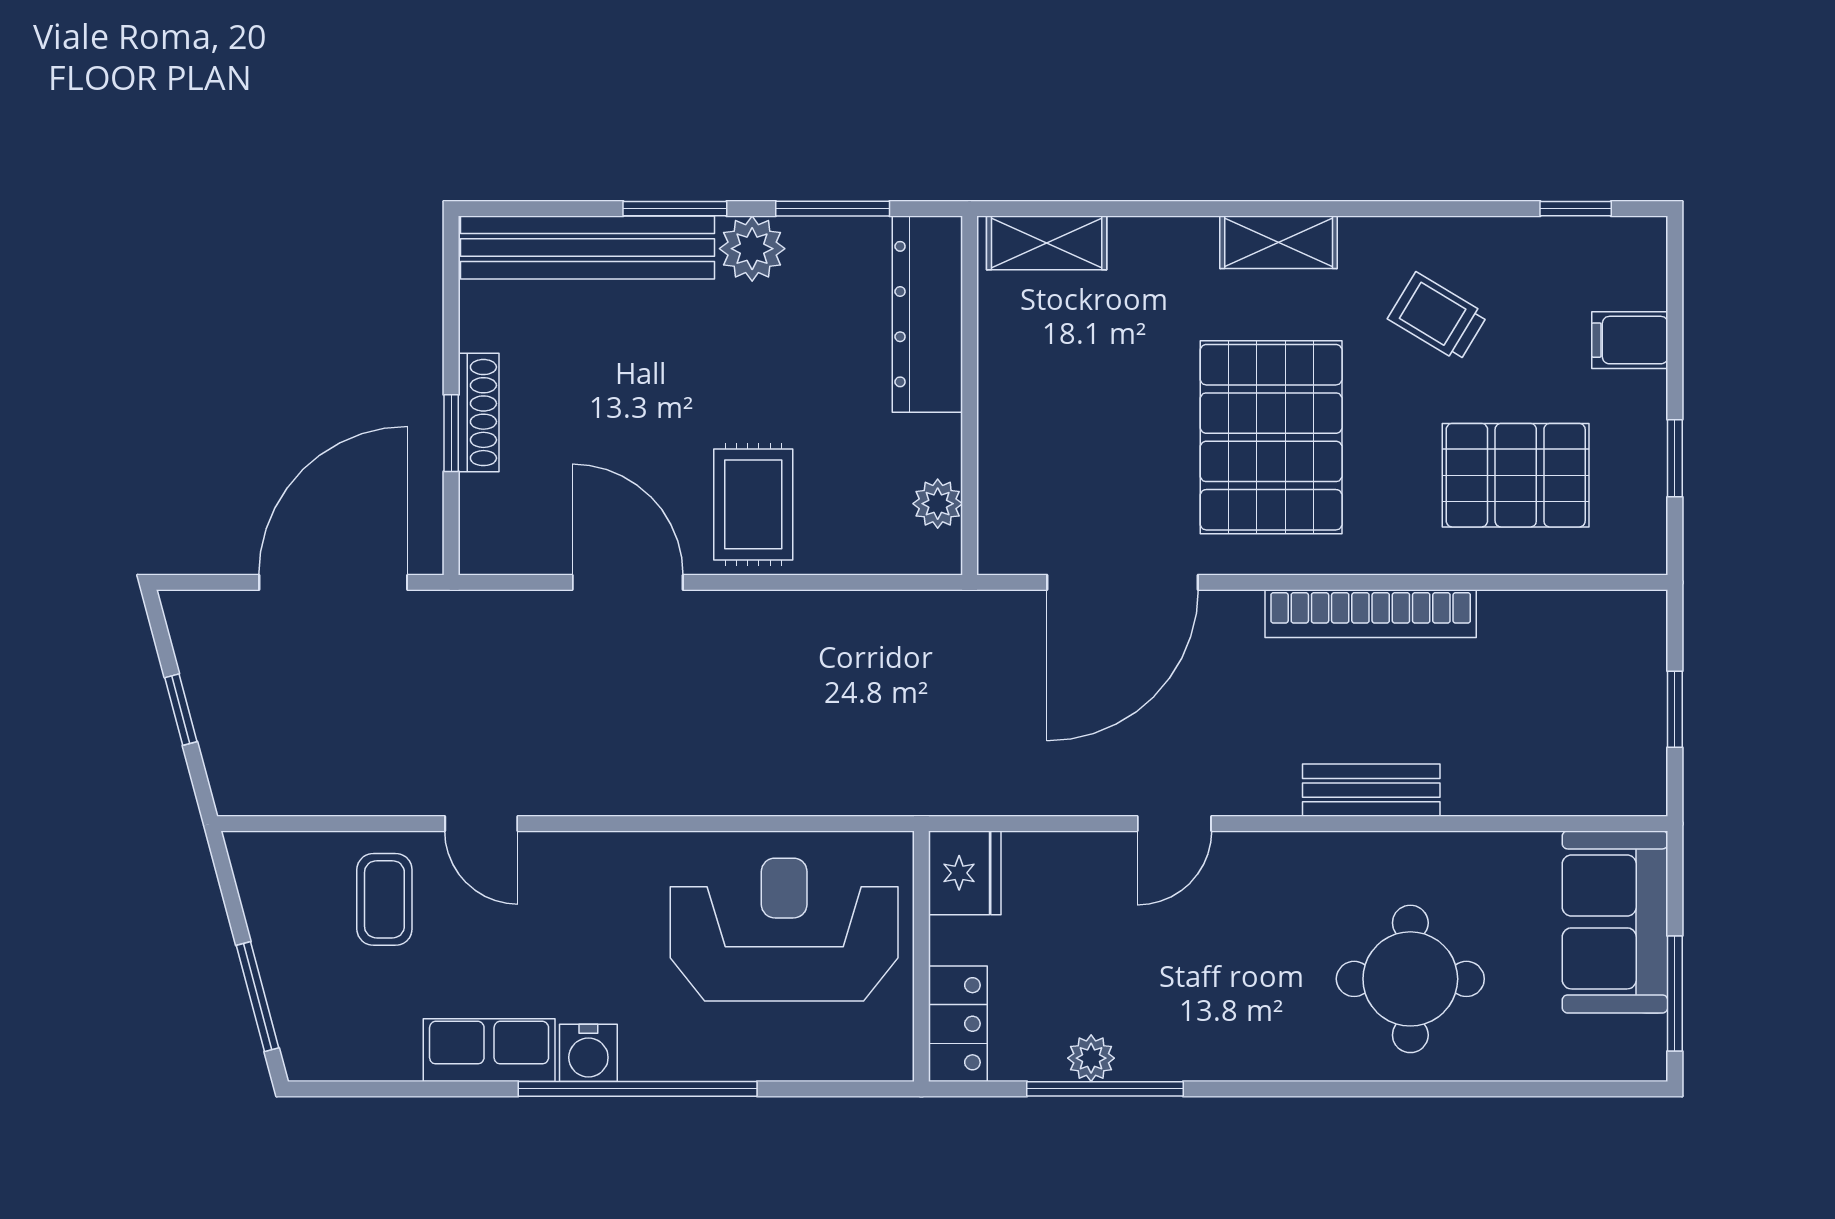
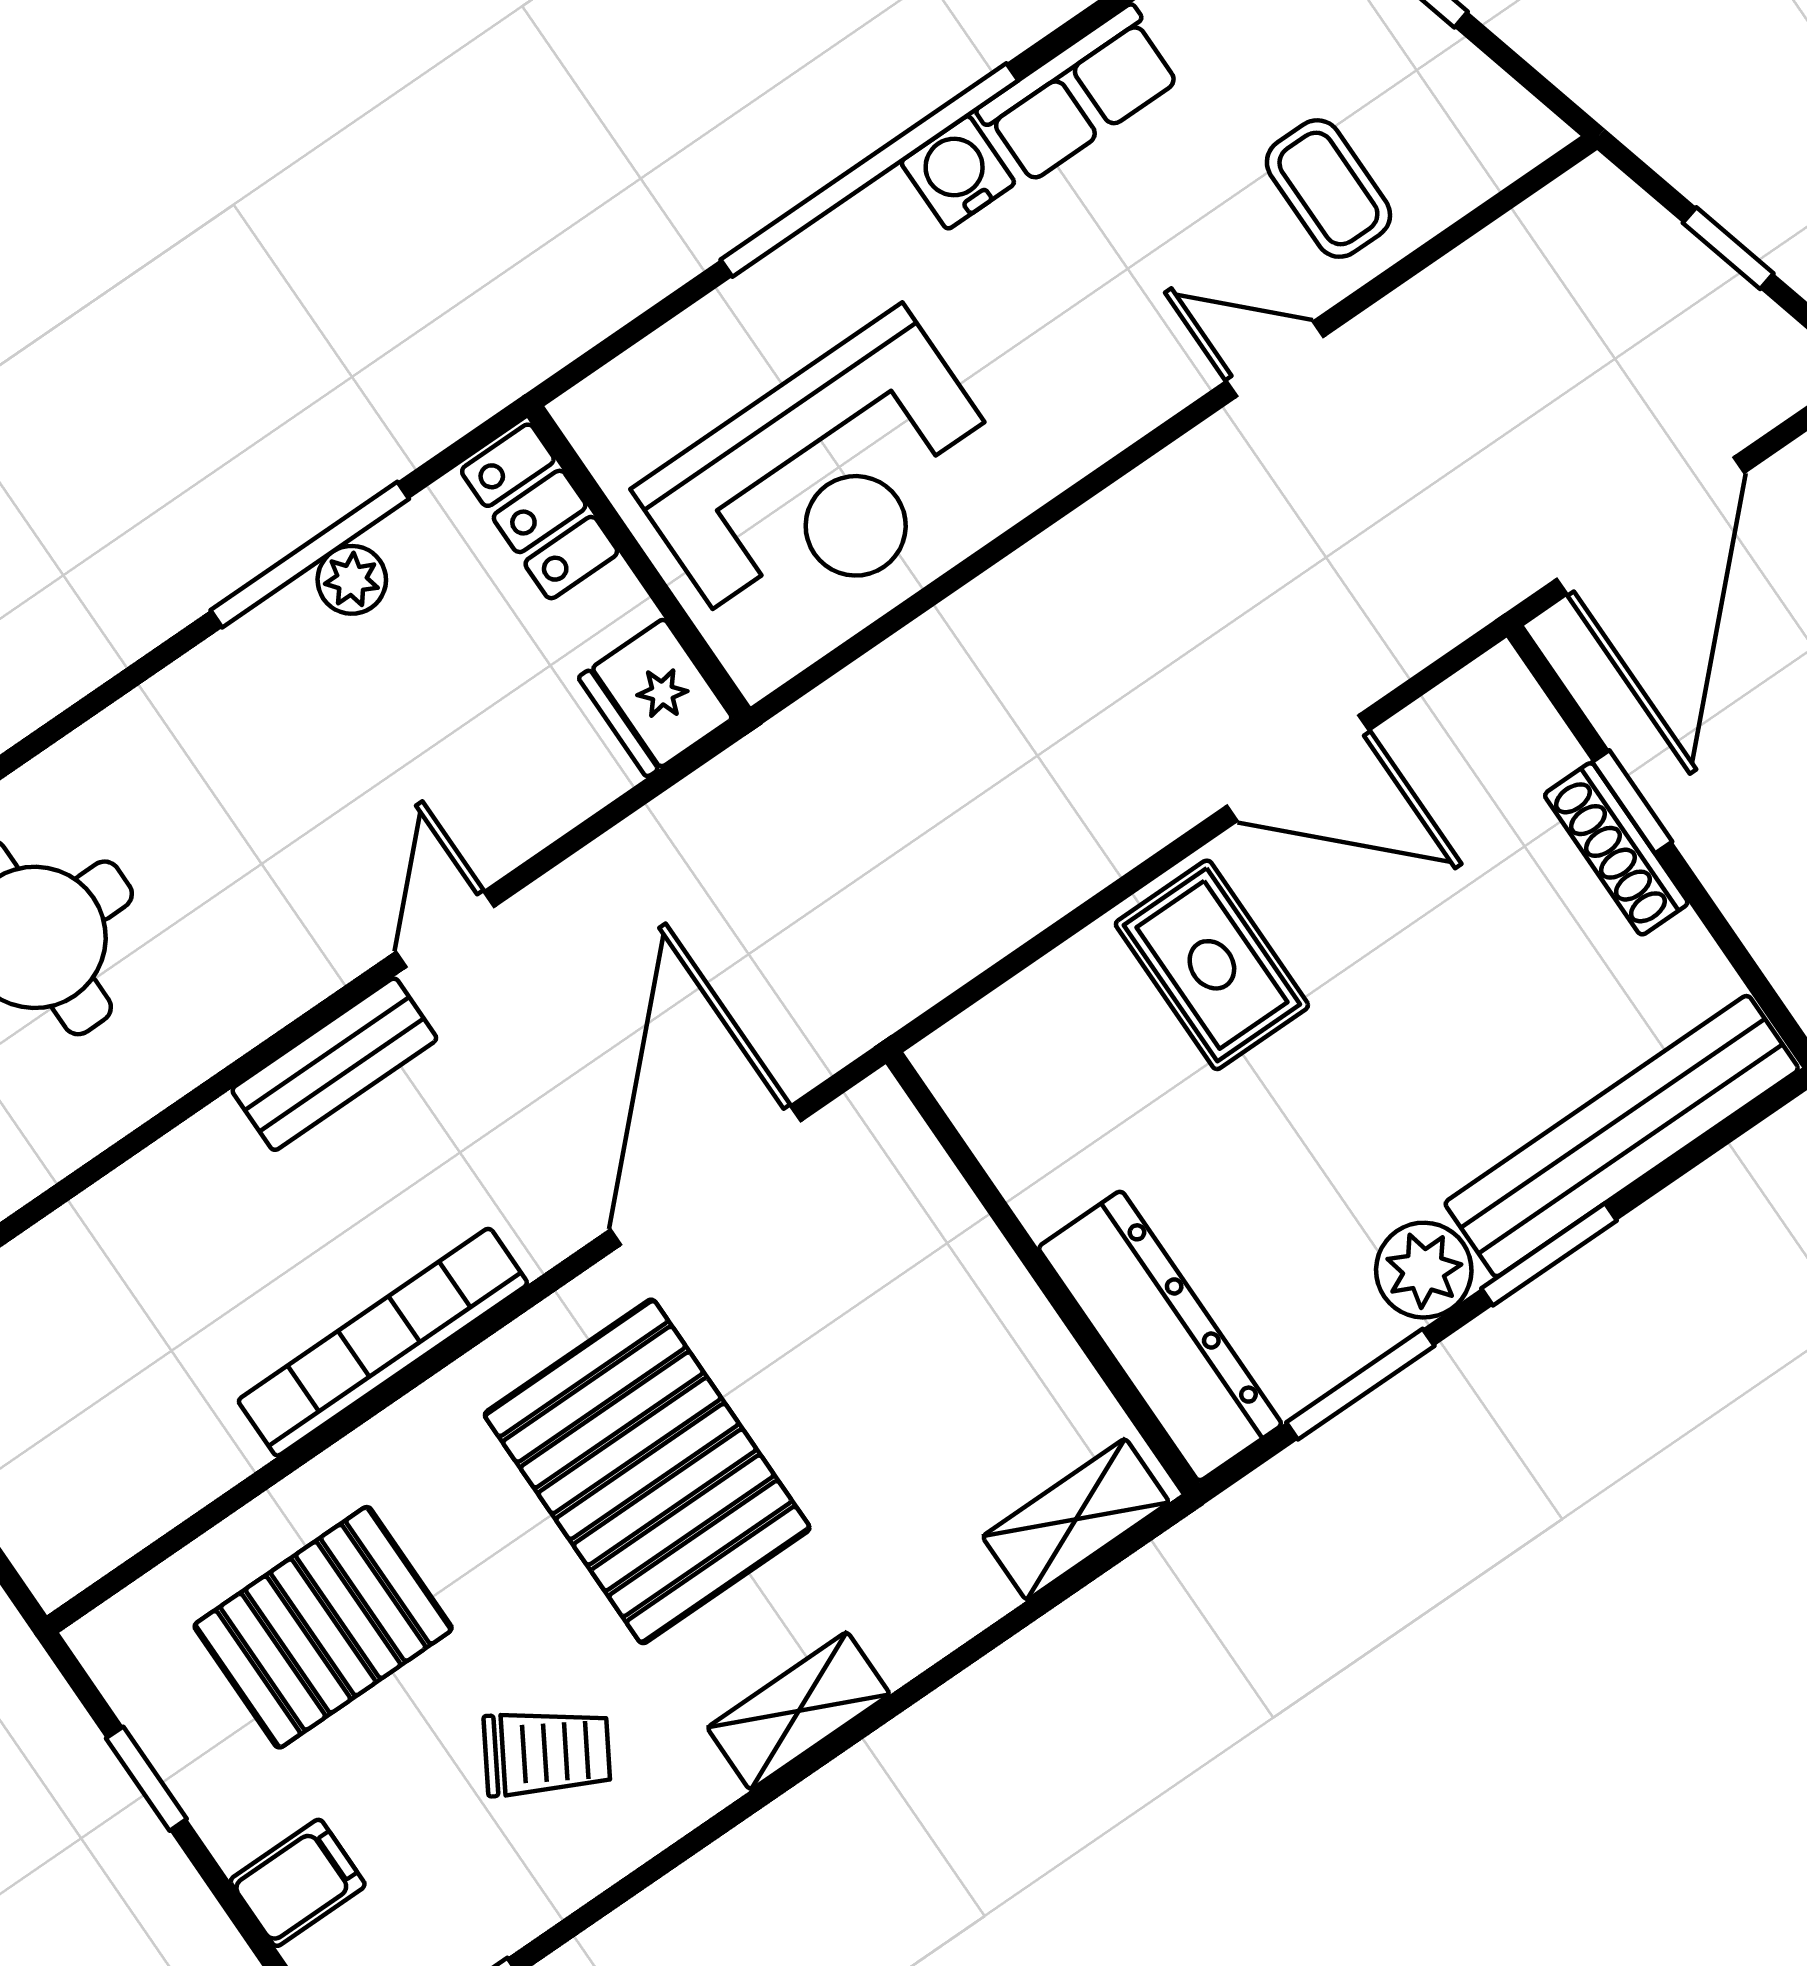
plant: (938, 504) -> (992, 1118), removed
bench: (1371, 790) -> (334, 1064), moved

